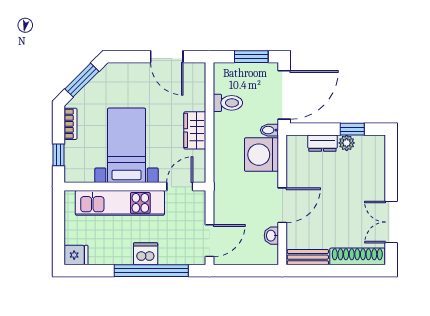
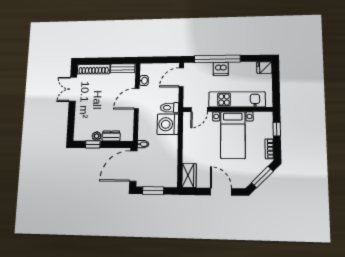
door: (167, 57) -> (221, 192), moved
toilet: (228, 103) -> (170, 108), moved
wardrobe: (195, 130) -> (189, 175), moved
washing machine: (261, 155) -> (168, 124), moved, turned 180
double door: (391, 222) -> (73, 89), swing flipped

